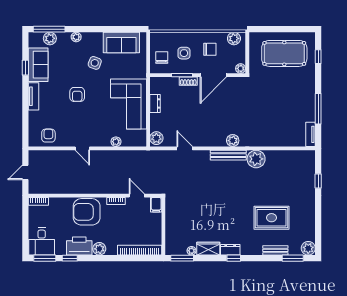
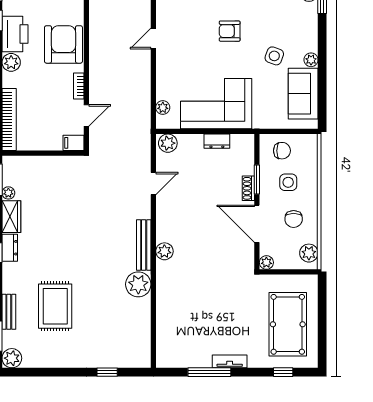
plant: (76, 37) -> (311, 60), moved
tv unit: (310, 134) -> (230, 361), moved
plant: (116, 142) -> (163, 108), moved

